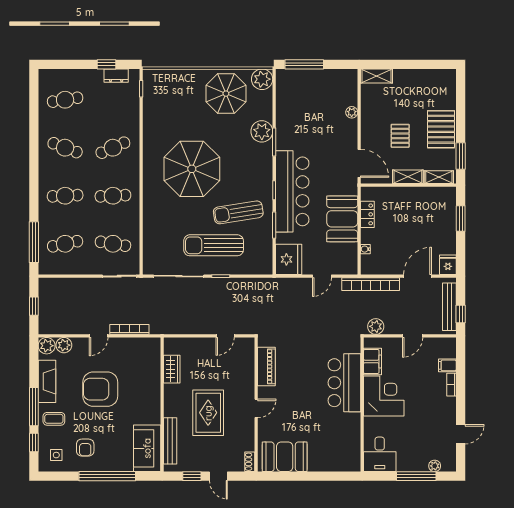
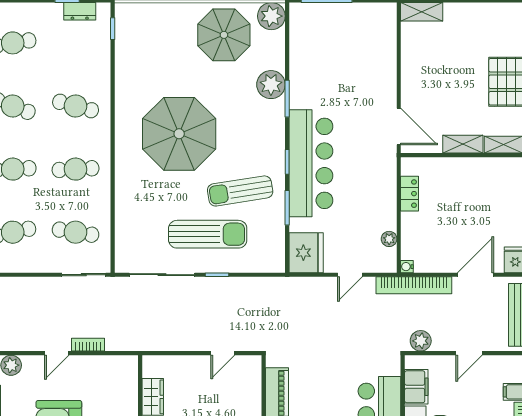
plant: (352, 112) -> (389, 239), moved
pallet: (400, 136) -> (453, 90), removed
cafe table: (113, 148) -> (76, 106), turned 39
booth: (342, 219) -> (377, 199), removed
sun lounger: (214, 245) -> (208, 234), turned 180
water cooler: (365, 249) -> (407, 267), moved
bookcase: (129, 329) -> (88, 345), width x0.64

